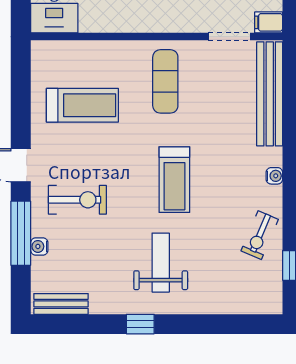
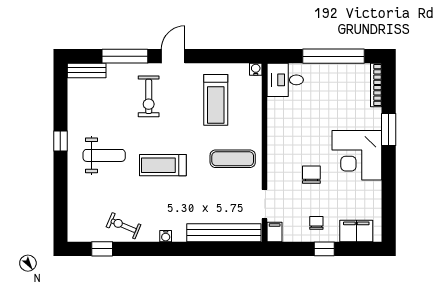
water cooler: (39, 246) -> (256, 69), moved
bench: (61, 304) -> (87, 70), moved, turned 90

